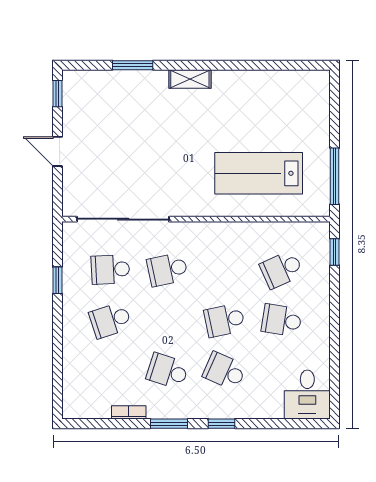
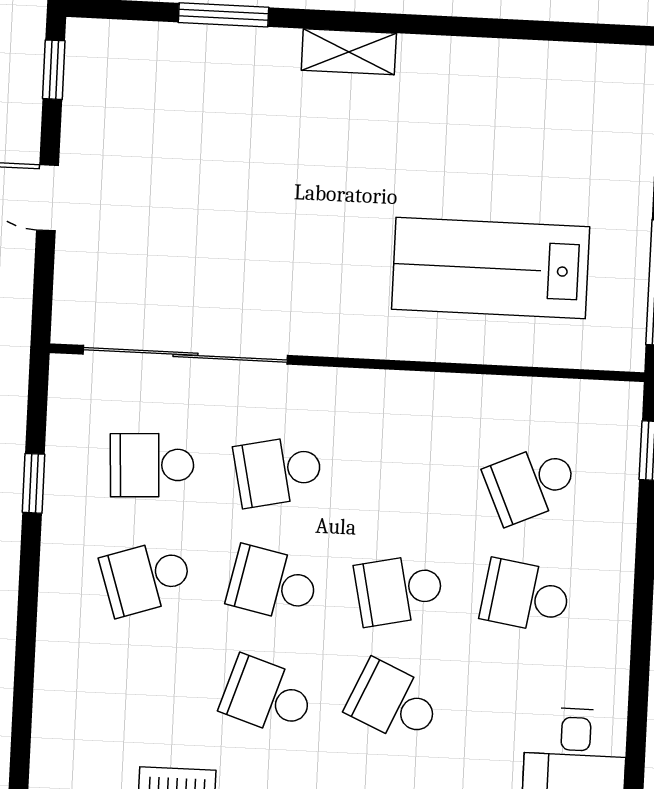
school desk: (167, 320) -> (273, 584), added

